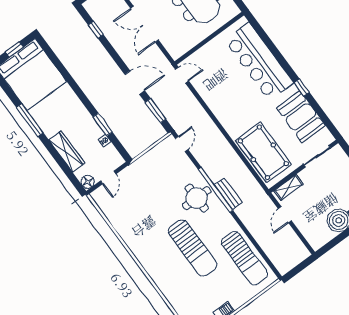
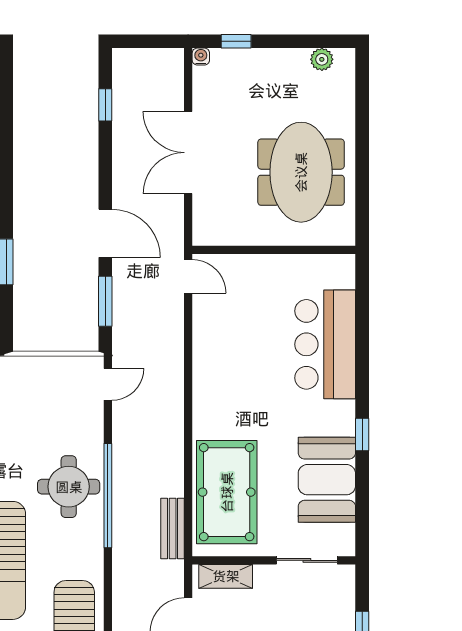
bar counter: (259, 62) -> (325, 344), width x0.73
bench: (228, 194) -> (173, 528), moved

